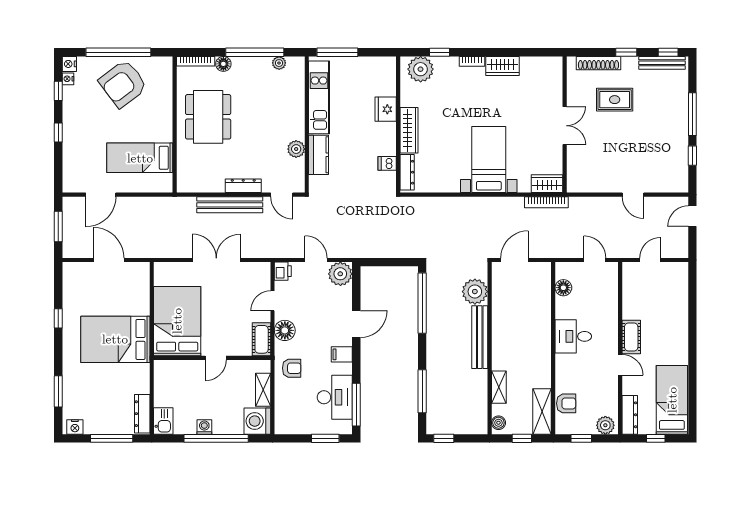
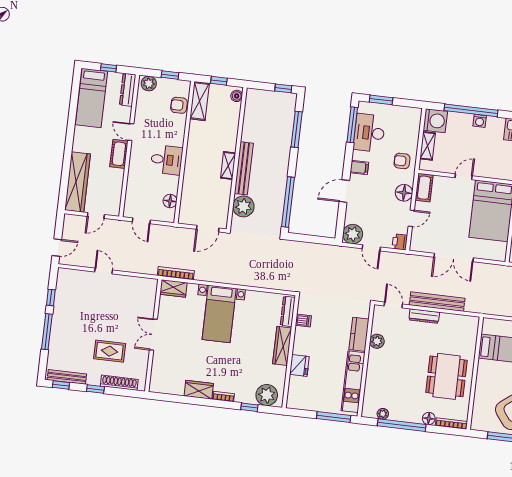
wardrobe: (677, 297) -> (77, 182), added
shelving: (499, 387) -> (228, 166), moved

